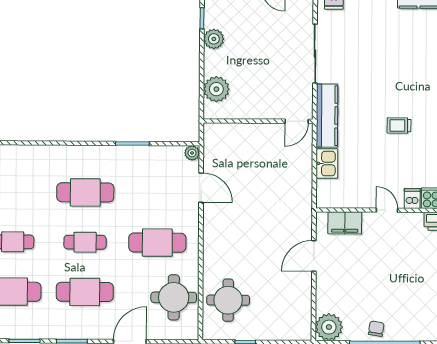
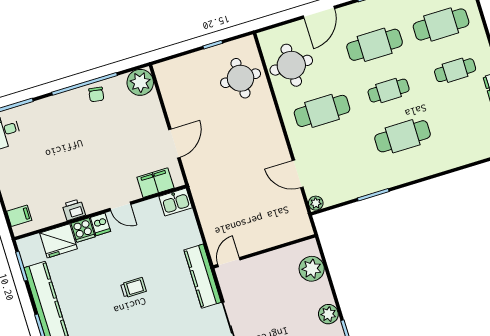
kitchen sink: (327, 164) -> (176, 202), moved, turned -90

